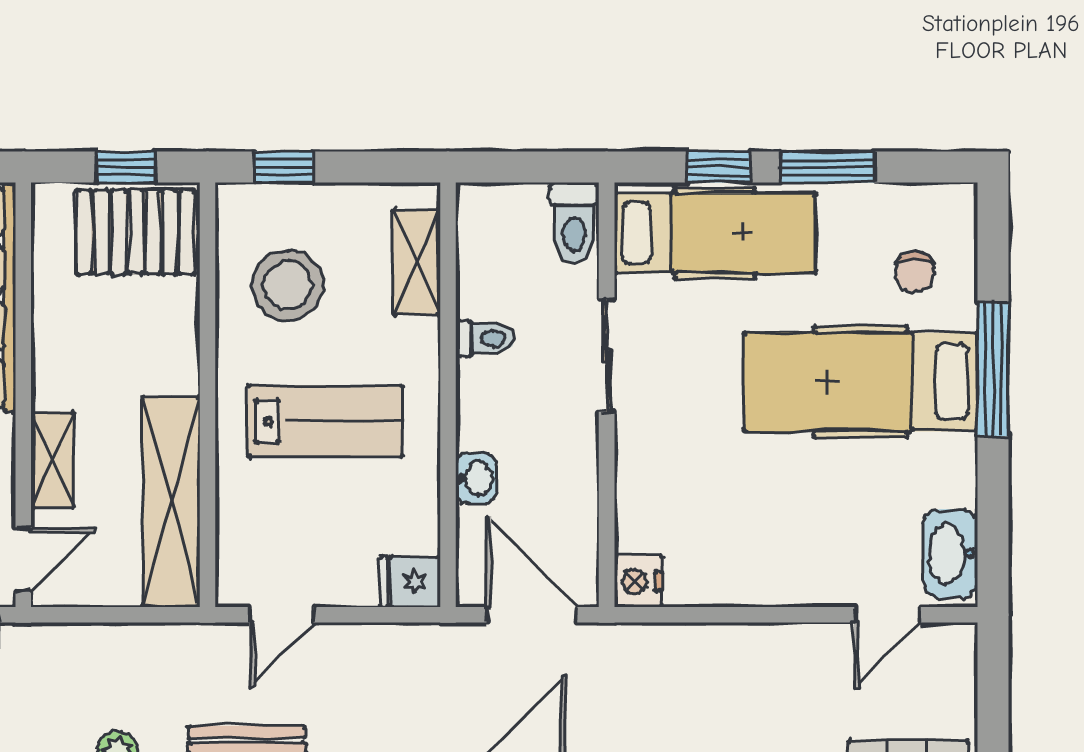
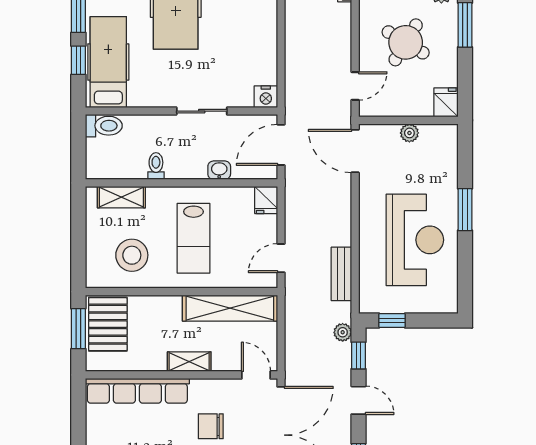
window: (126, 167) -> (78, 329), width x1.50
window: (284, 167) -> (78, 257), removed
sliding door: (607, 356) -> (202, 111), moved
lab bench: (325, 421) -> (193, 238), turned 180
shelving: (53, 460) -> (189, 362), moved
door: (281, 615) -> (281, 258), swing flipped

